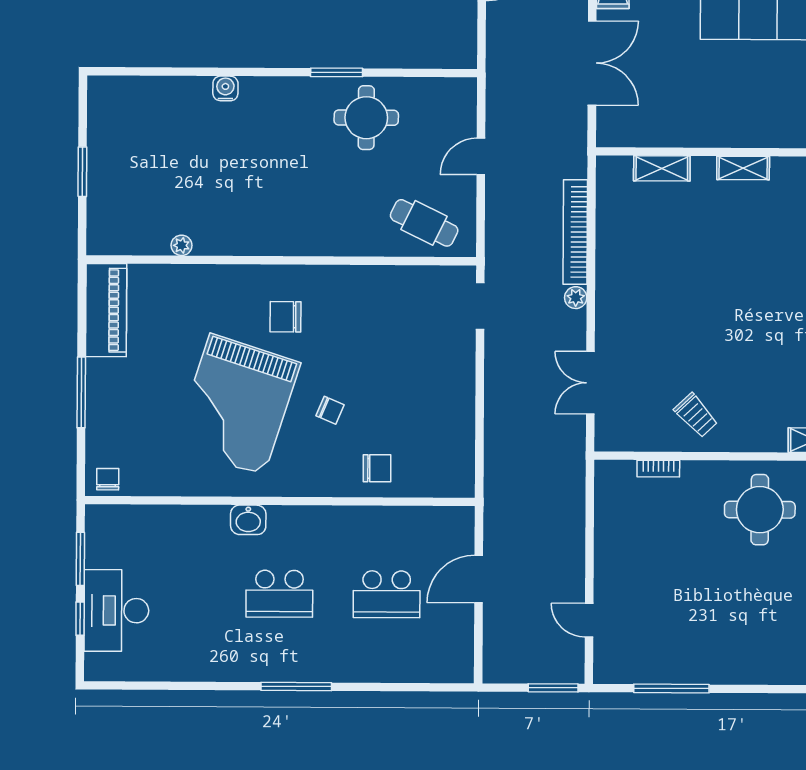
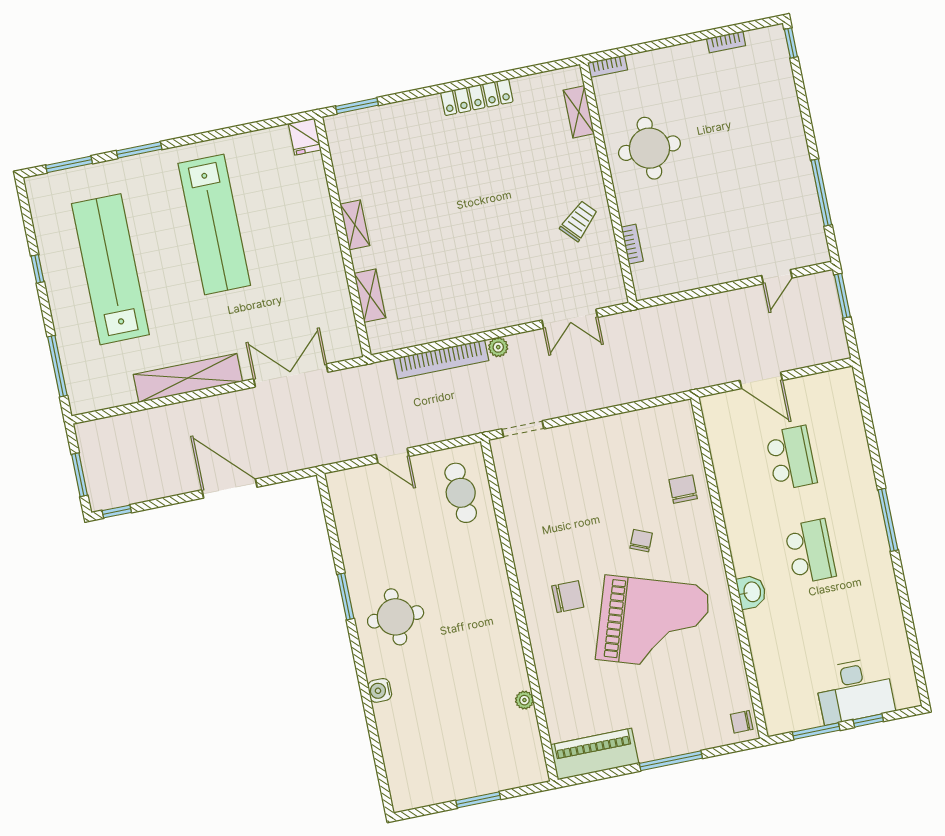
round table: (366, 118) -> (396, 617), moved
cafe table: (424, 223) -> (461, 493), turned -30
chair: (285, 317) -> (568, 597), turned -90

